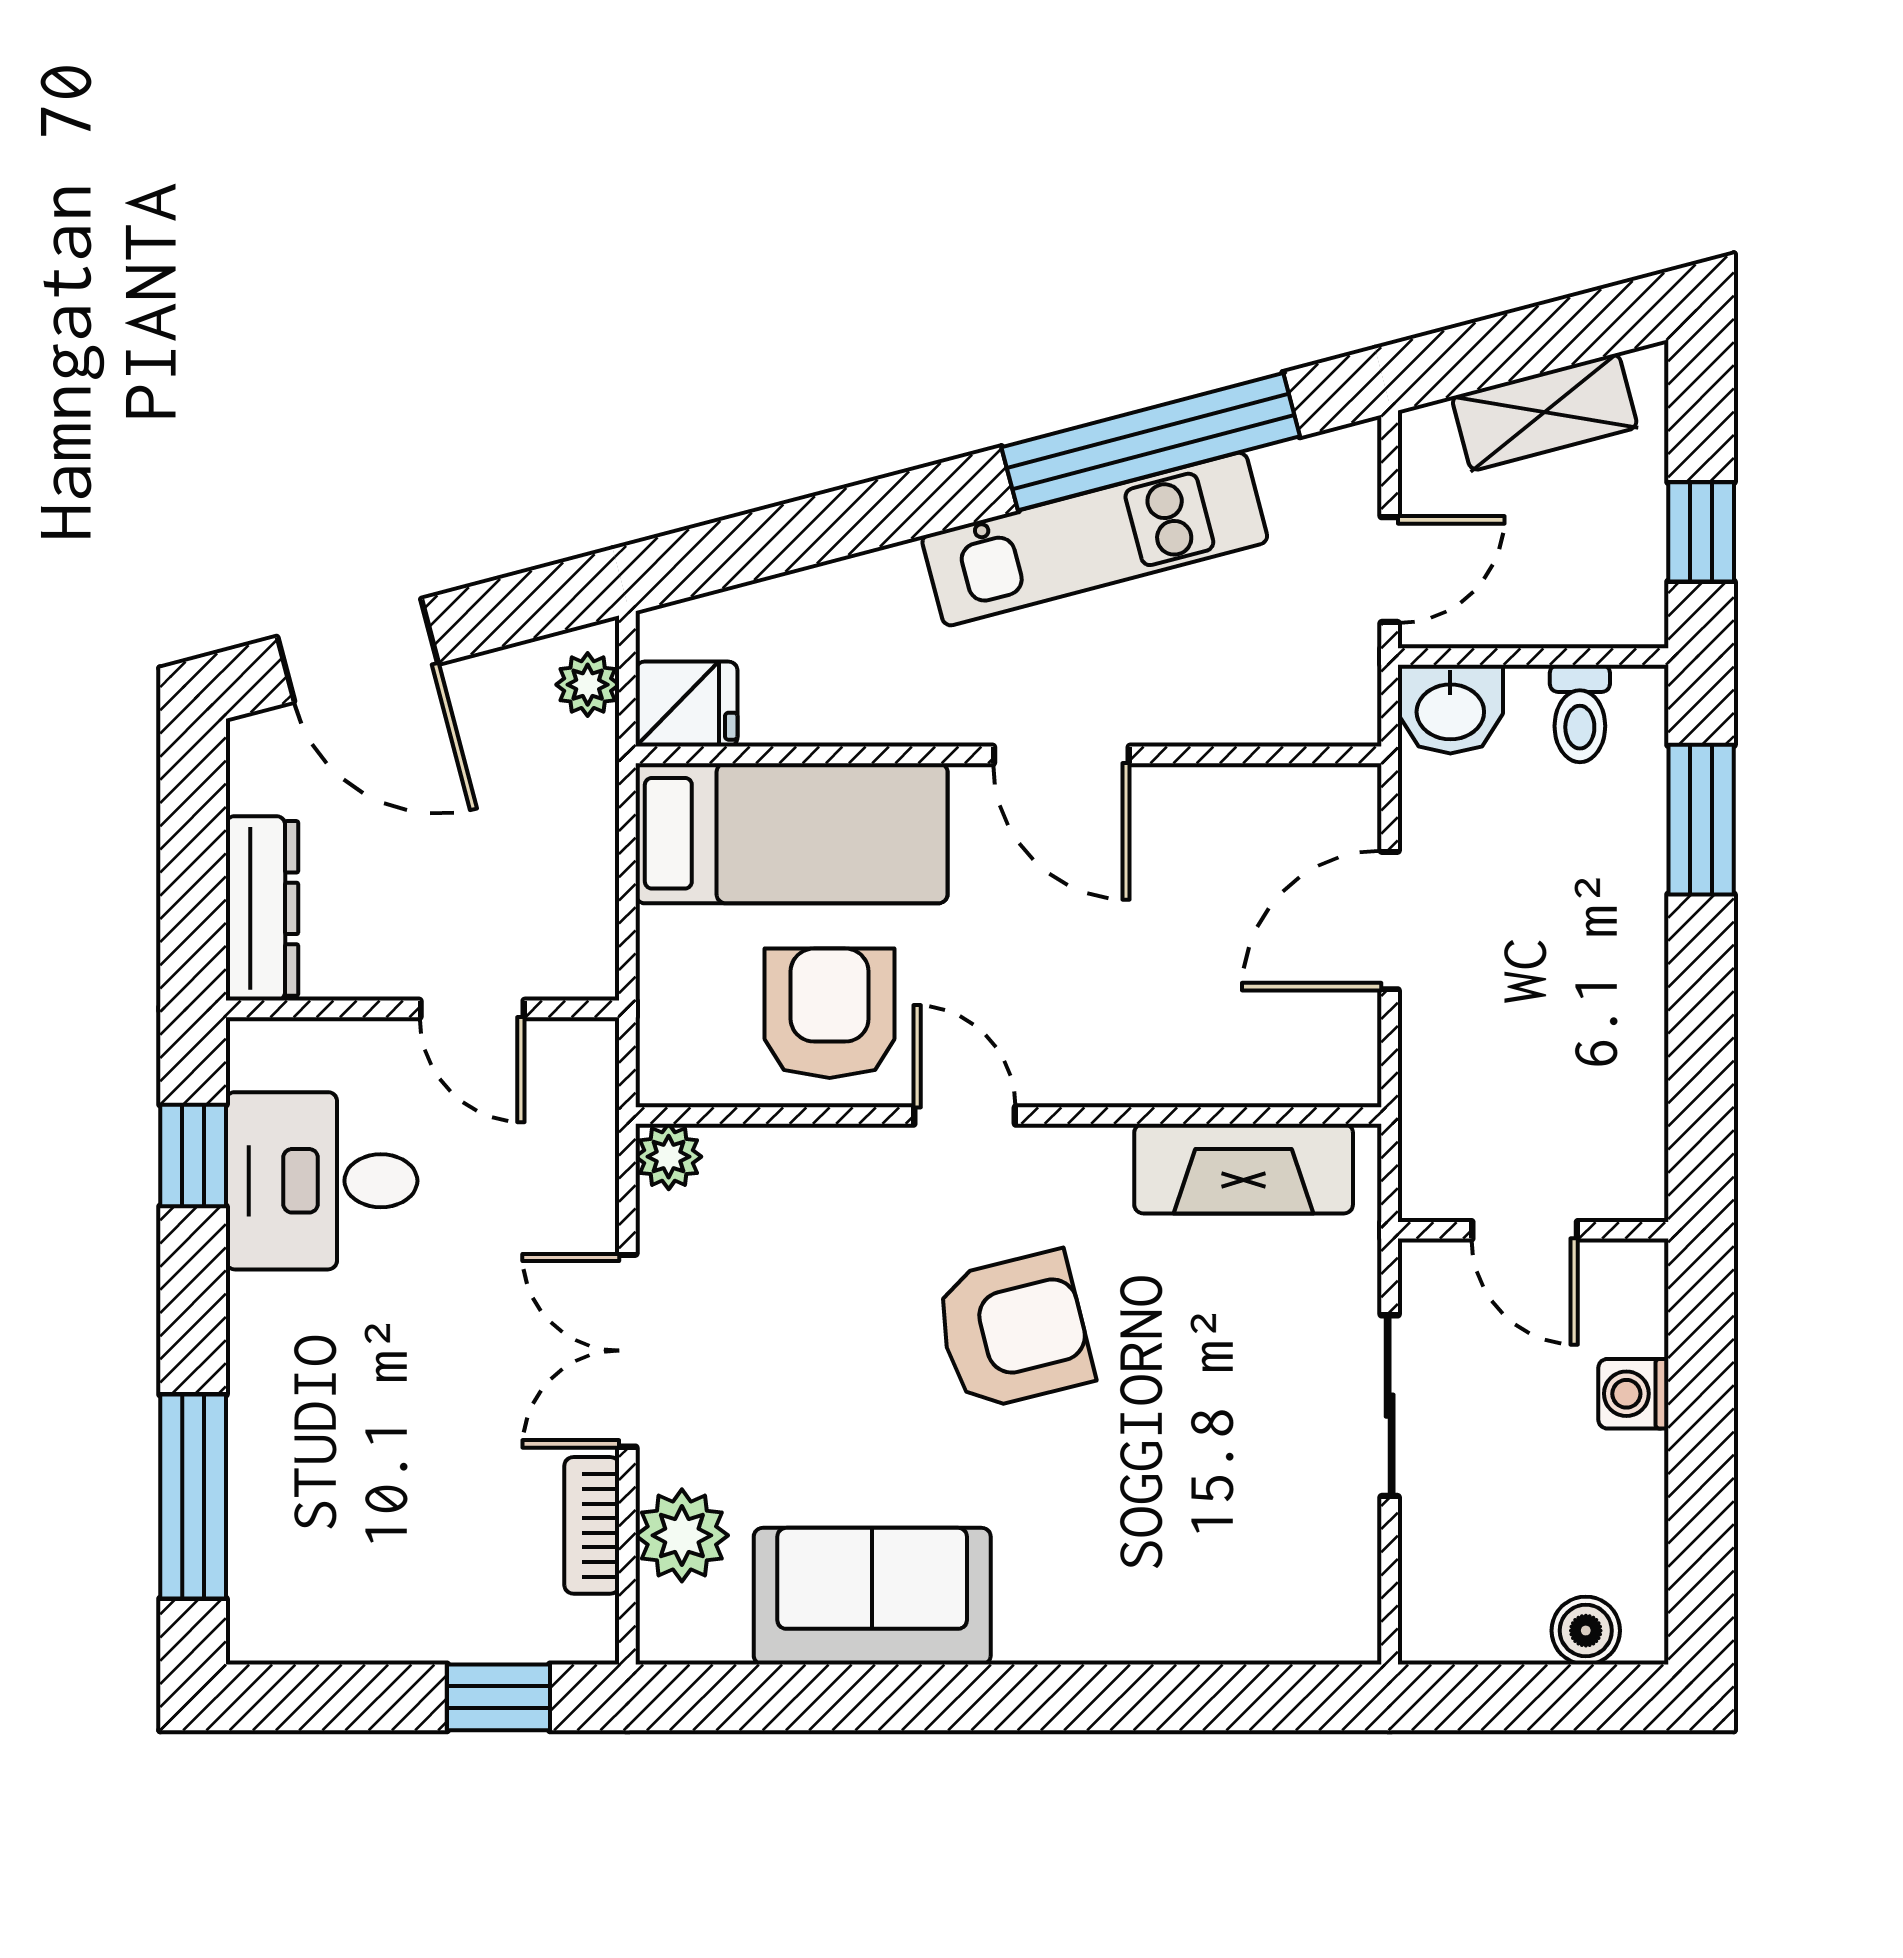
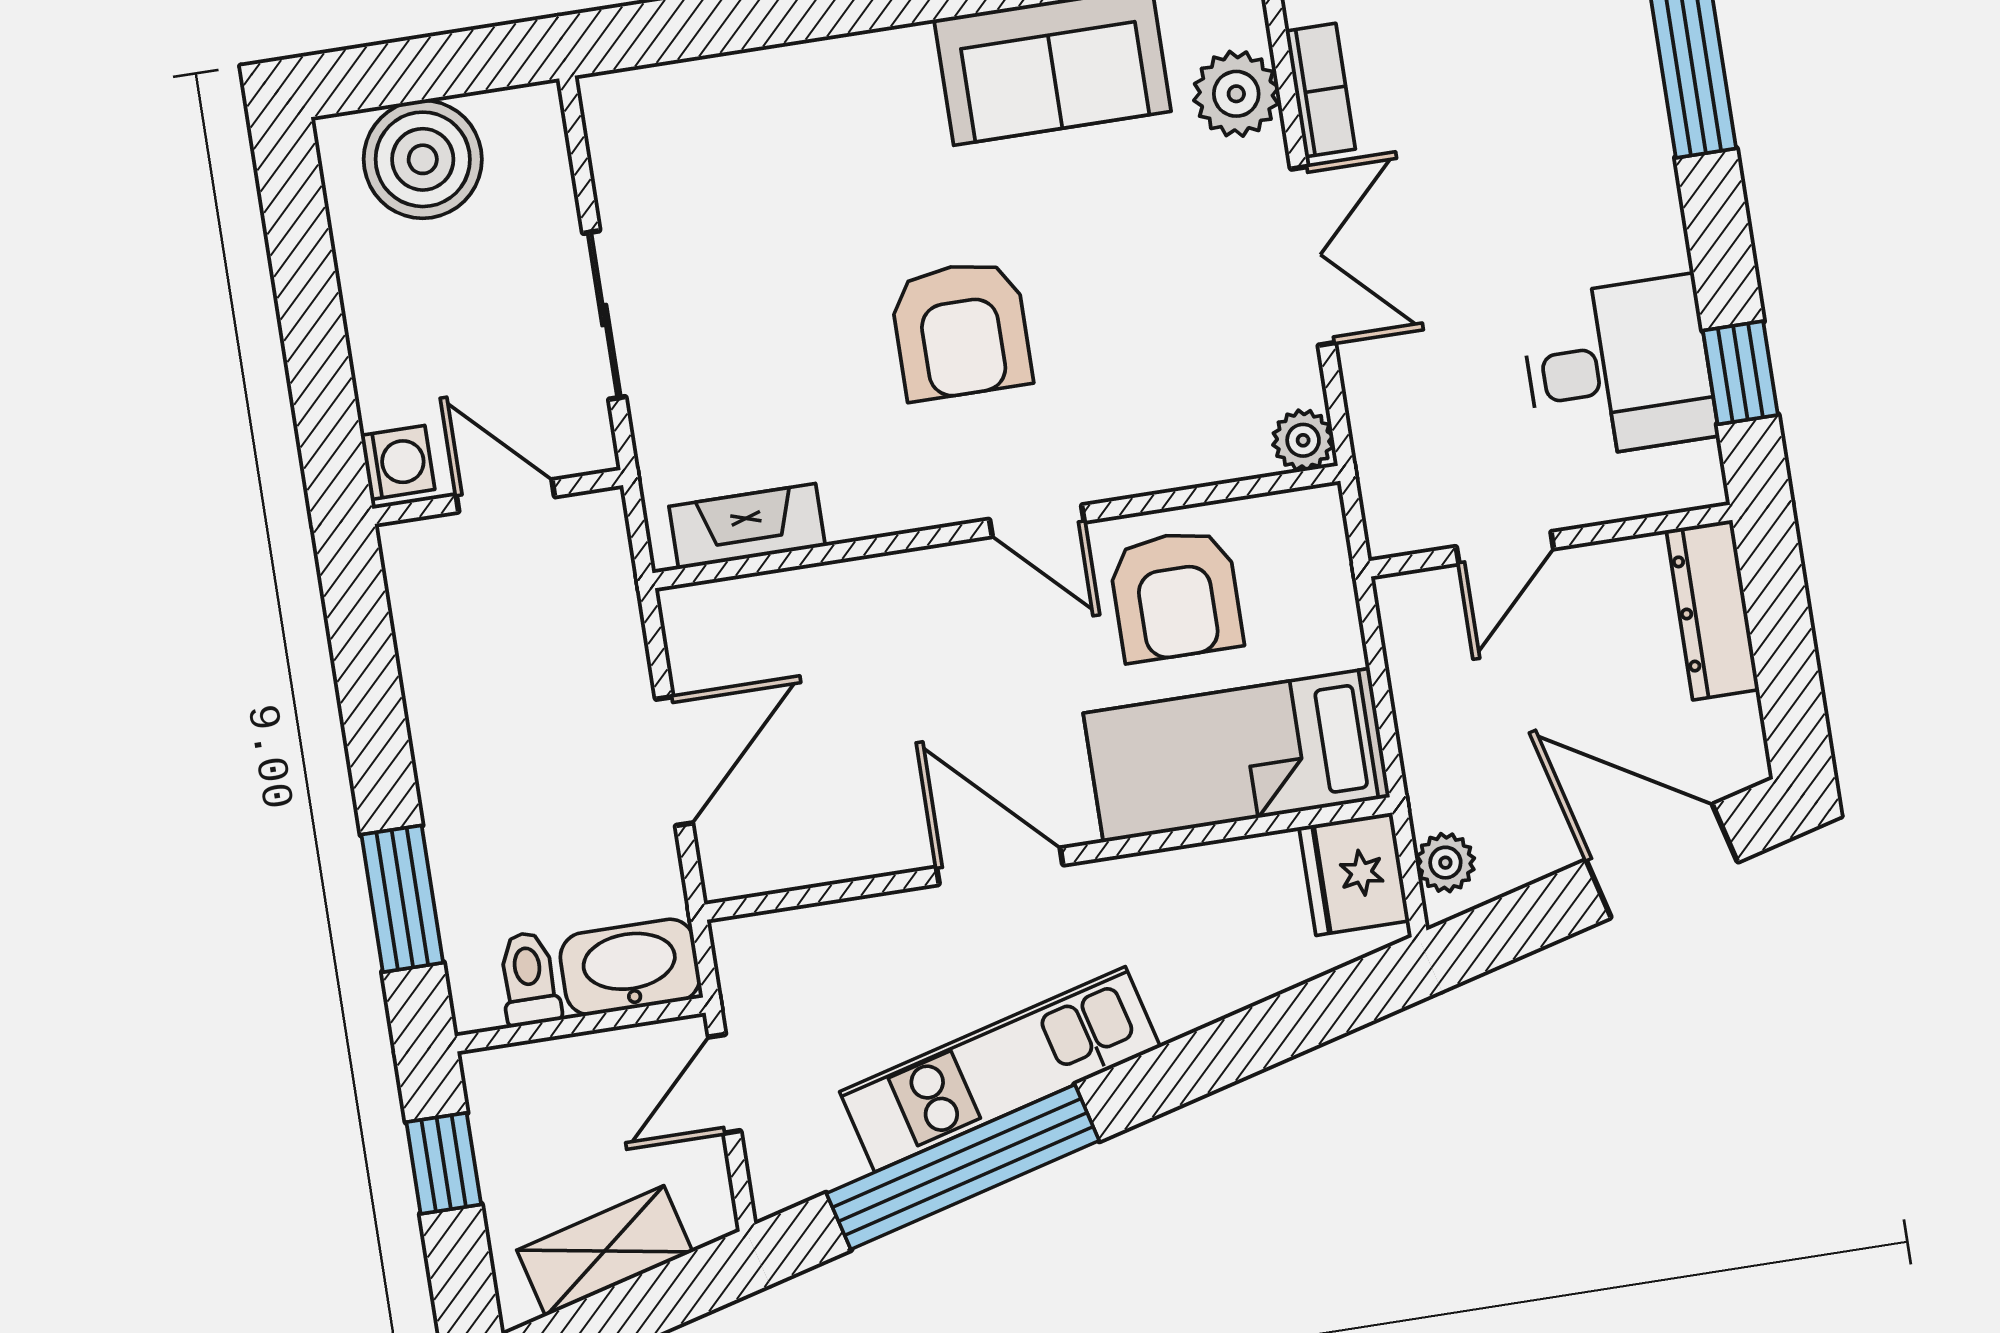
fridge: (686, 704) -> (1354, 874), width x1.38
washbasin: (1450, 709) -> (630, 967), width x1.38
door: (472, 1009) -> (1505, 548), swing flipped
fireplace: (1244, 1169) -> (747, 526), width x0.73, depth x0.76
armchair: (1013, 1331) -> (961, 330), turned -76
washing machine: (1633, 1394) -> (398, 462), moved
boiler: (1586, 1631) -> (423, 159), width x1.86, depth x1.86

